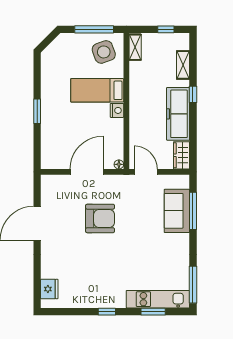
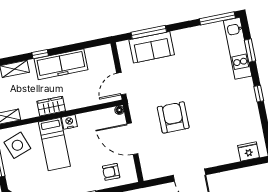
armchair: (57, 143) -> (111, 172), added
wardrobe: (181, 155) -> (51, 106), moved, turned 180

